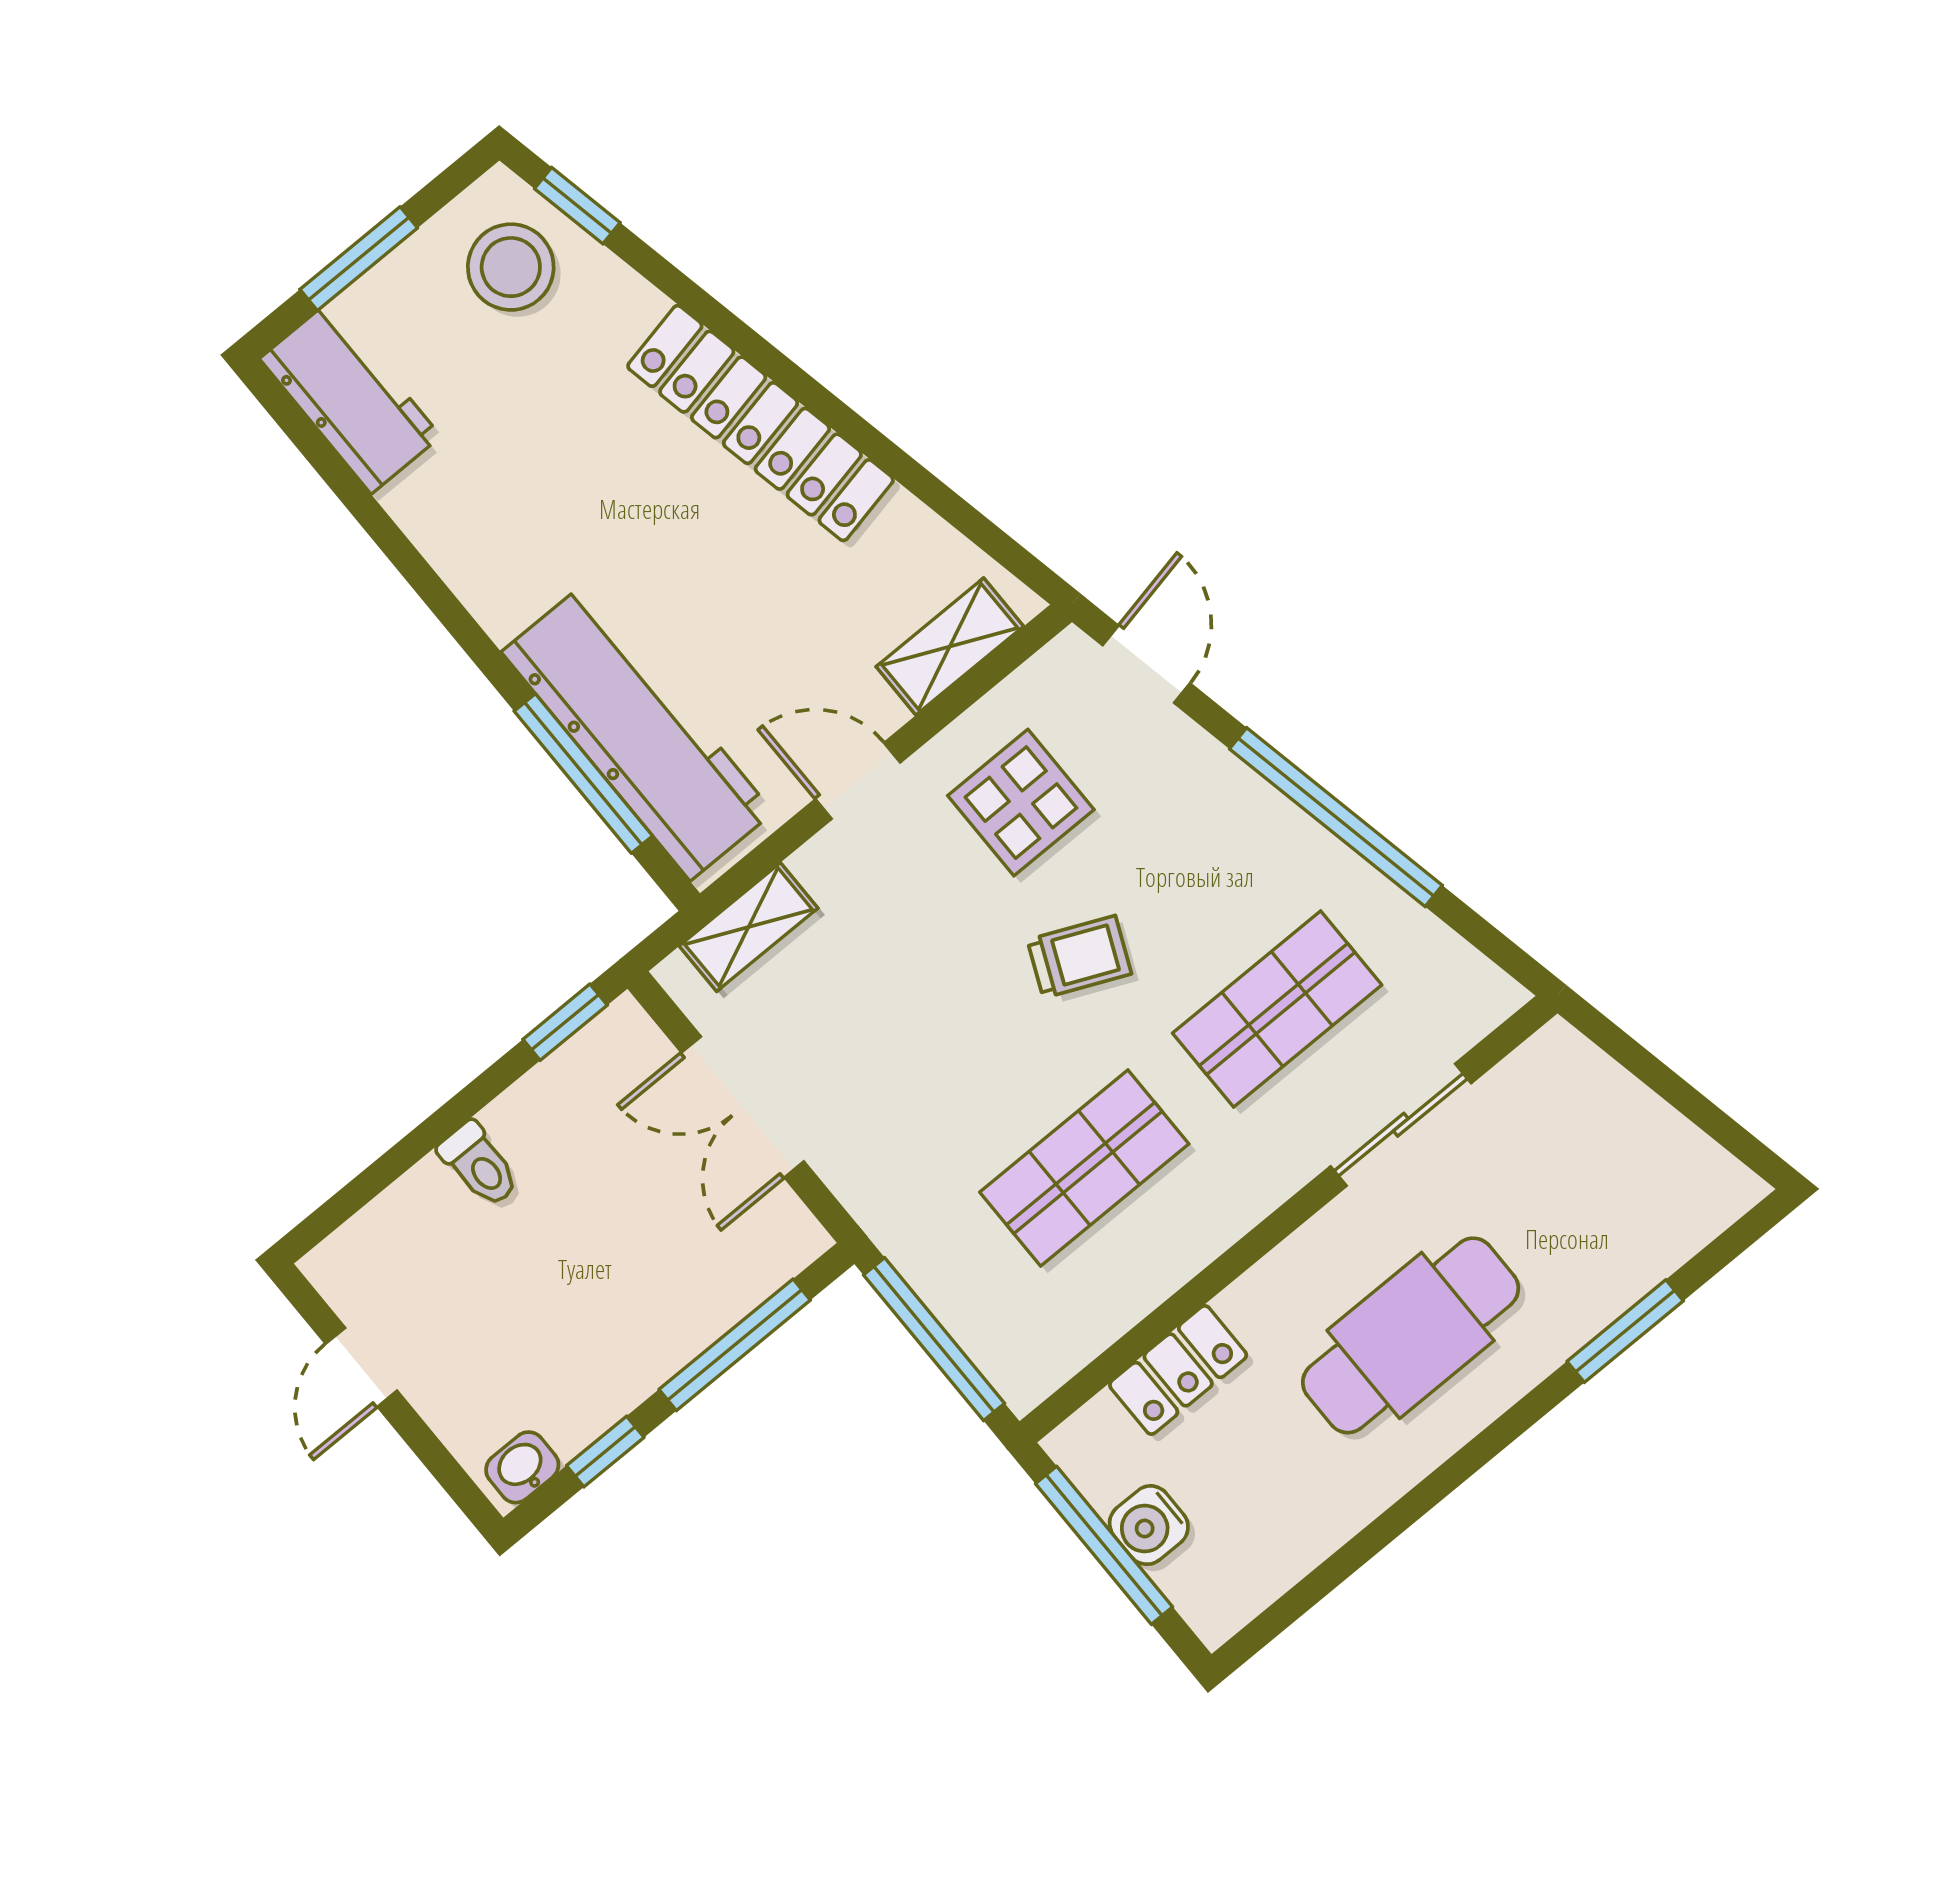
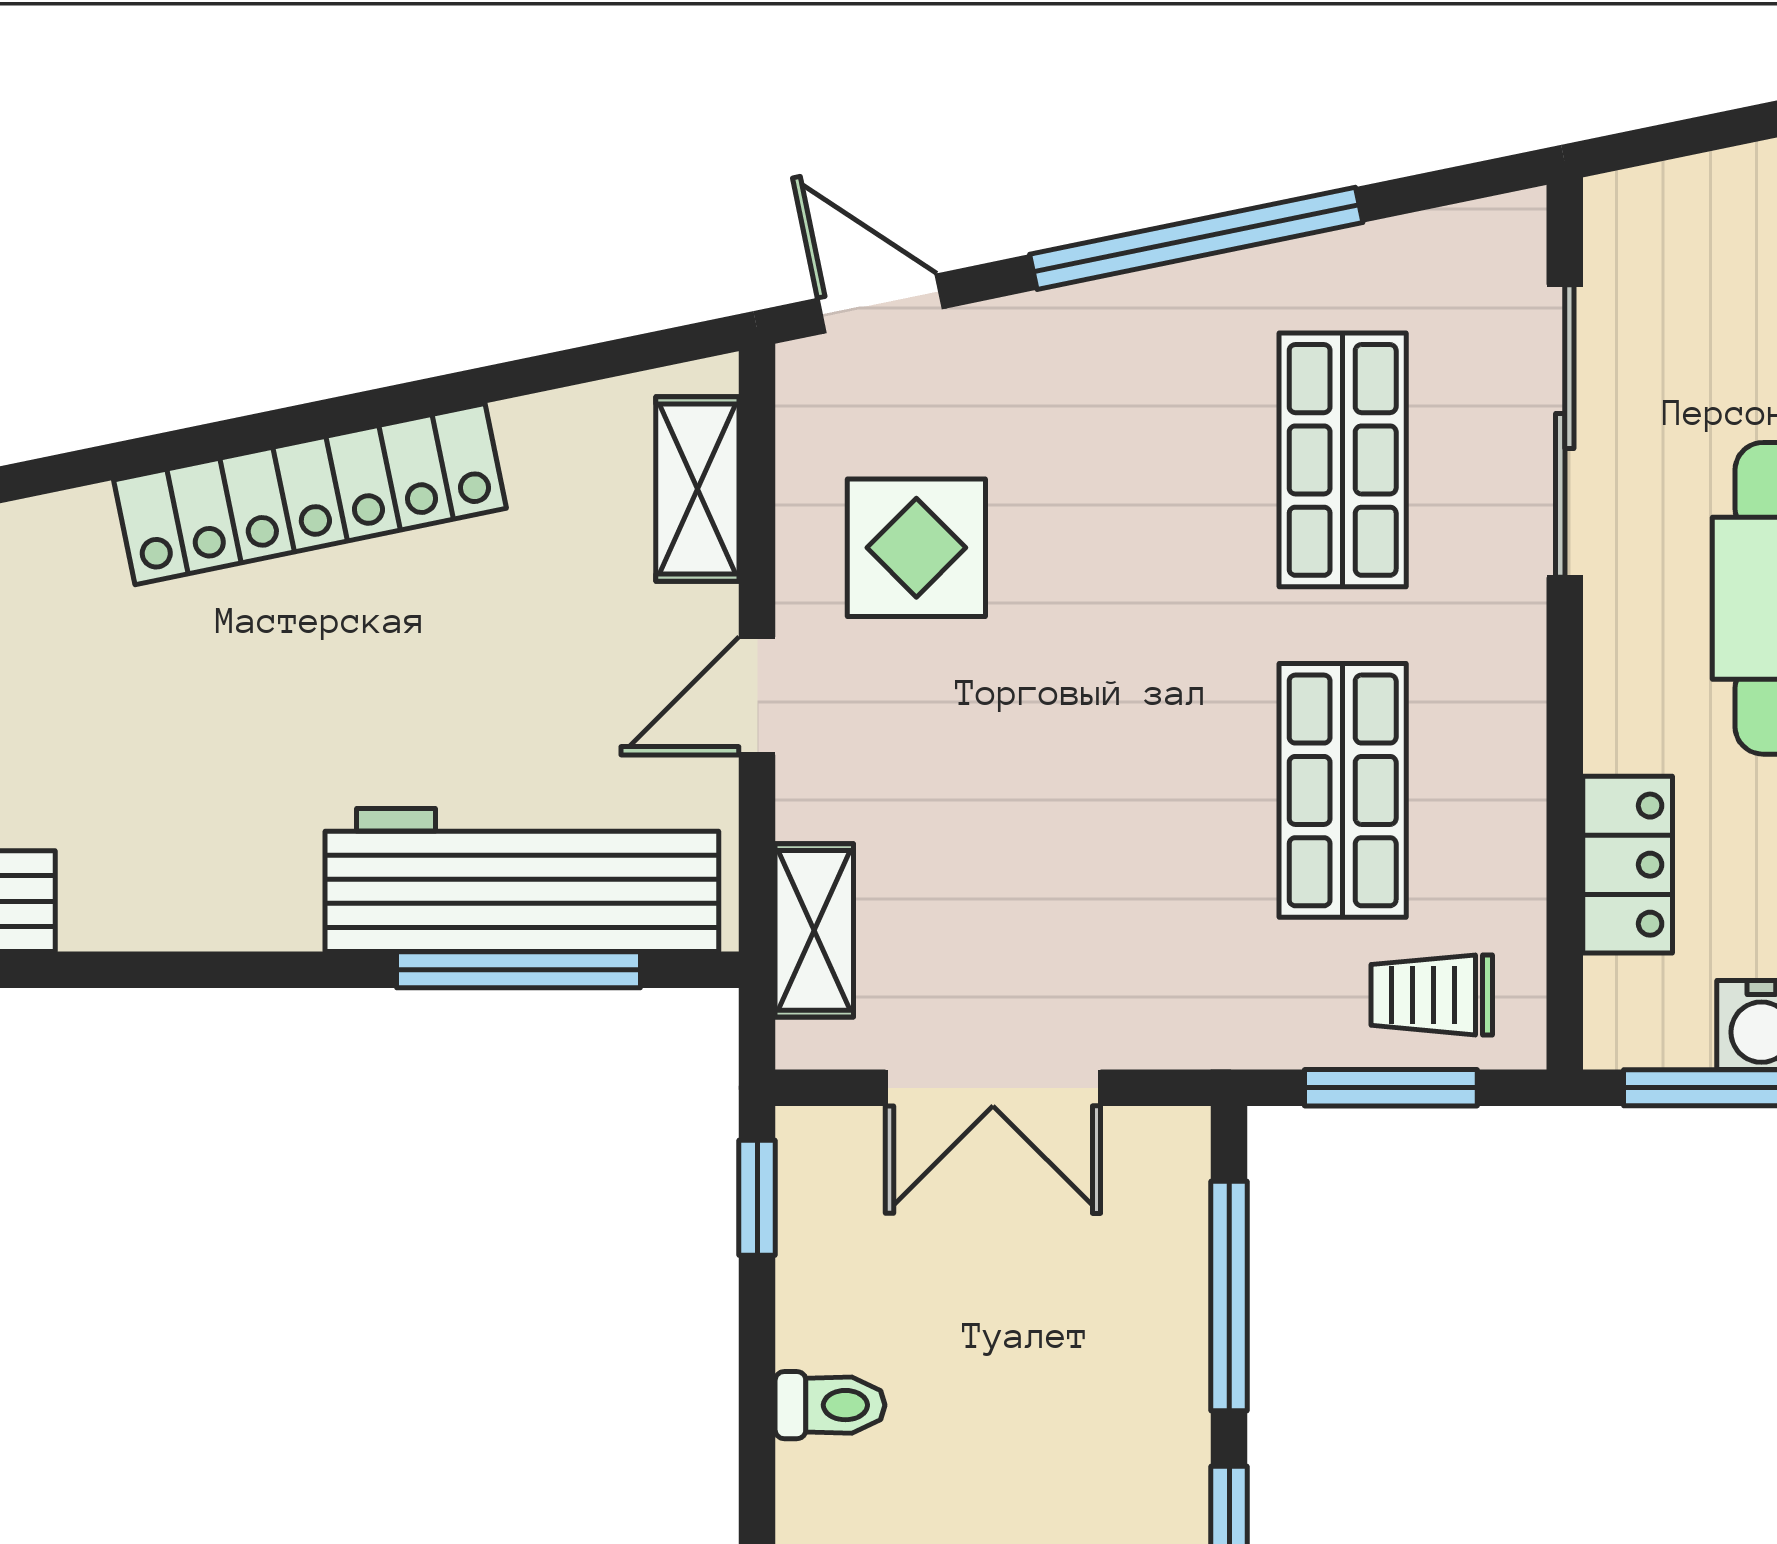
trolley: (1079, 957) -> (1432, 995), moved, turned -114
sliding door: (1401, 1125) -> (1565, 431), width x1.37
window: (934, 1339) -> (1391, 1088), width x0.69

